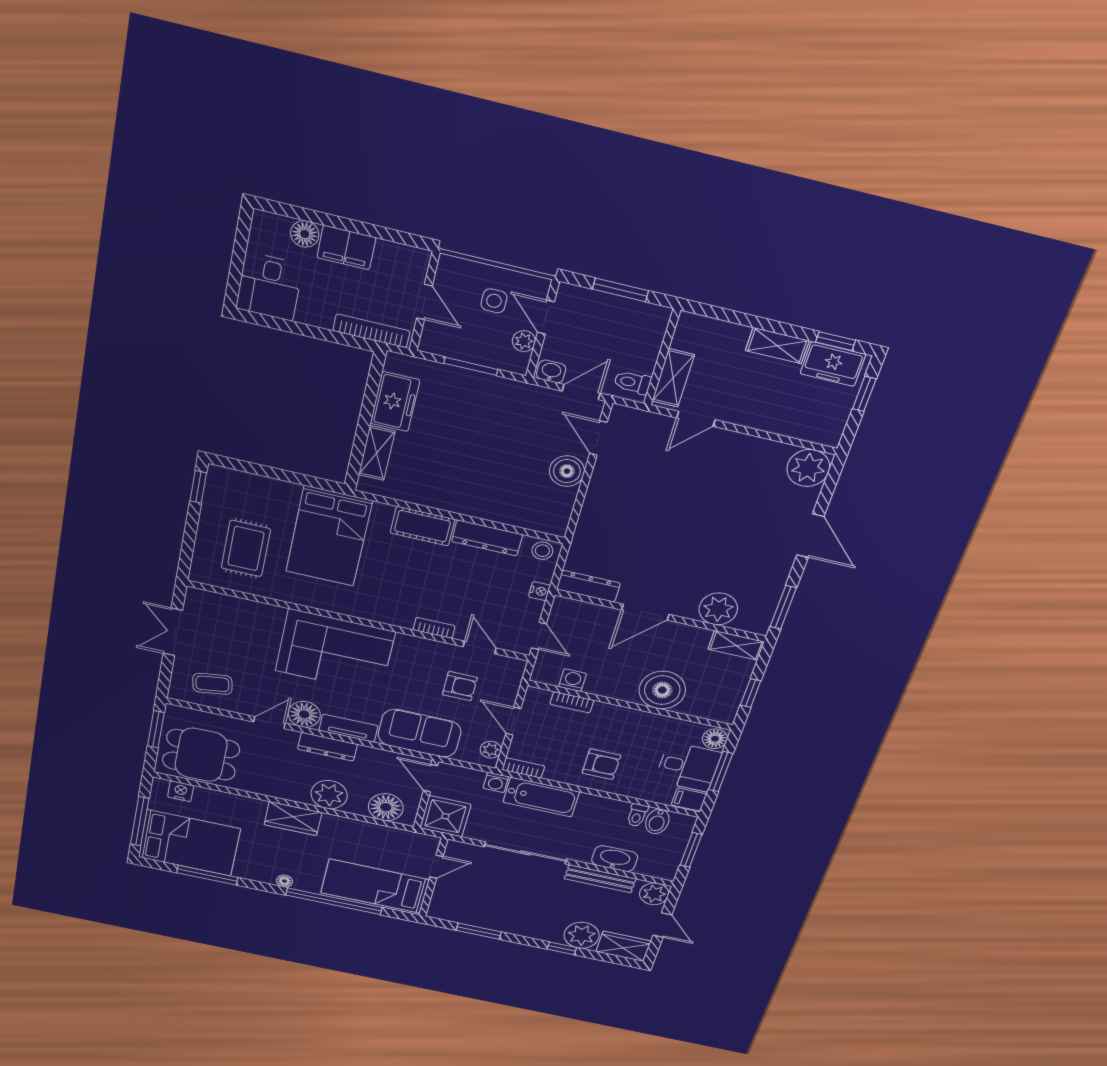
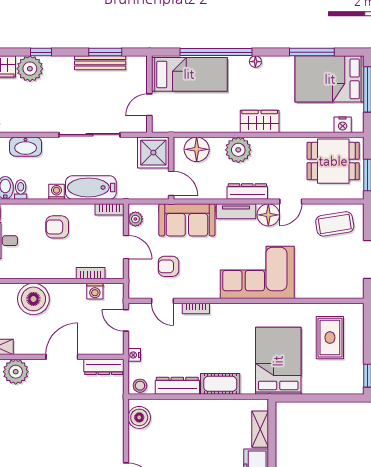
boiler: (567, 471) -> (139, 417), moved
coffee table: (212, 684) -> (335, 224), width x1.36, depth x1.30
washing machine: (496, 782) -> (57, 192), moved
bench: (600, 879) -> (100, 63), moved

